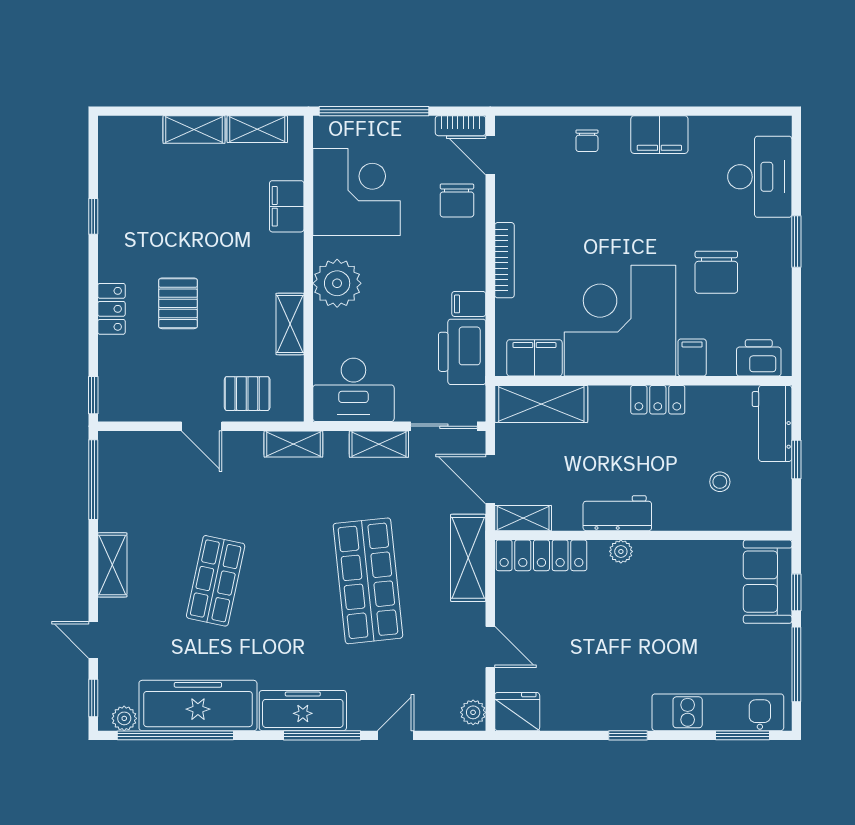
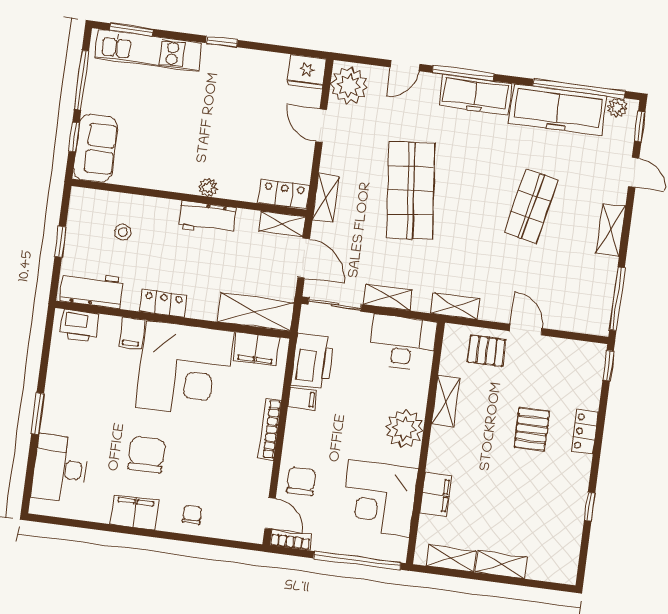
chair: (716, 272) -> (147, 454), moved
workbench: (772, 423) -> (92, 290), moved, turned -90
locker: (541, 555) -> (284, 194), width x0.66
shelving: (468, 558) -> (326, 198), width x0.67, depth x0.75
plant: (473, 712) -> (349, 86), width x1.87, depth x1.87

